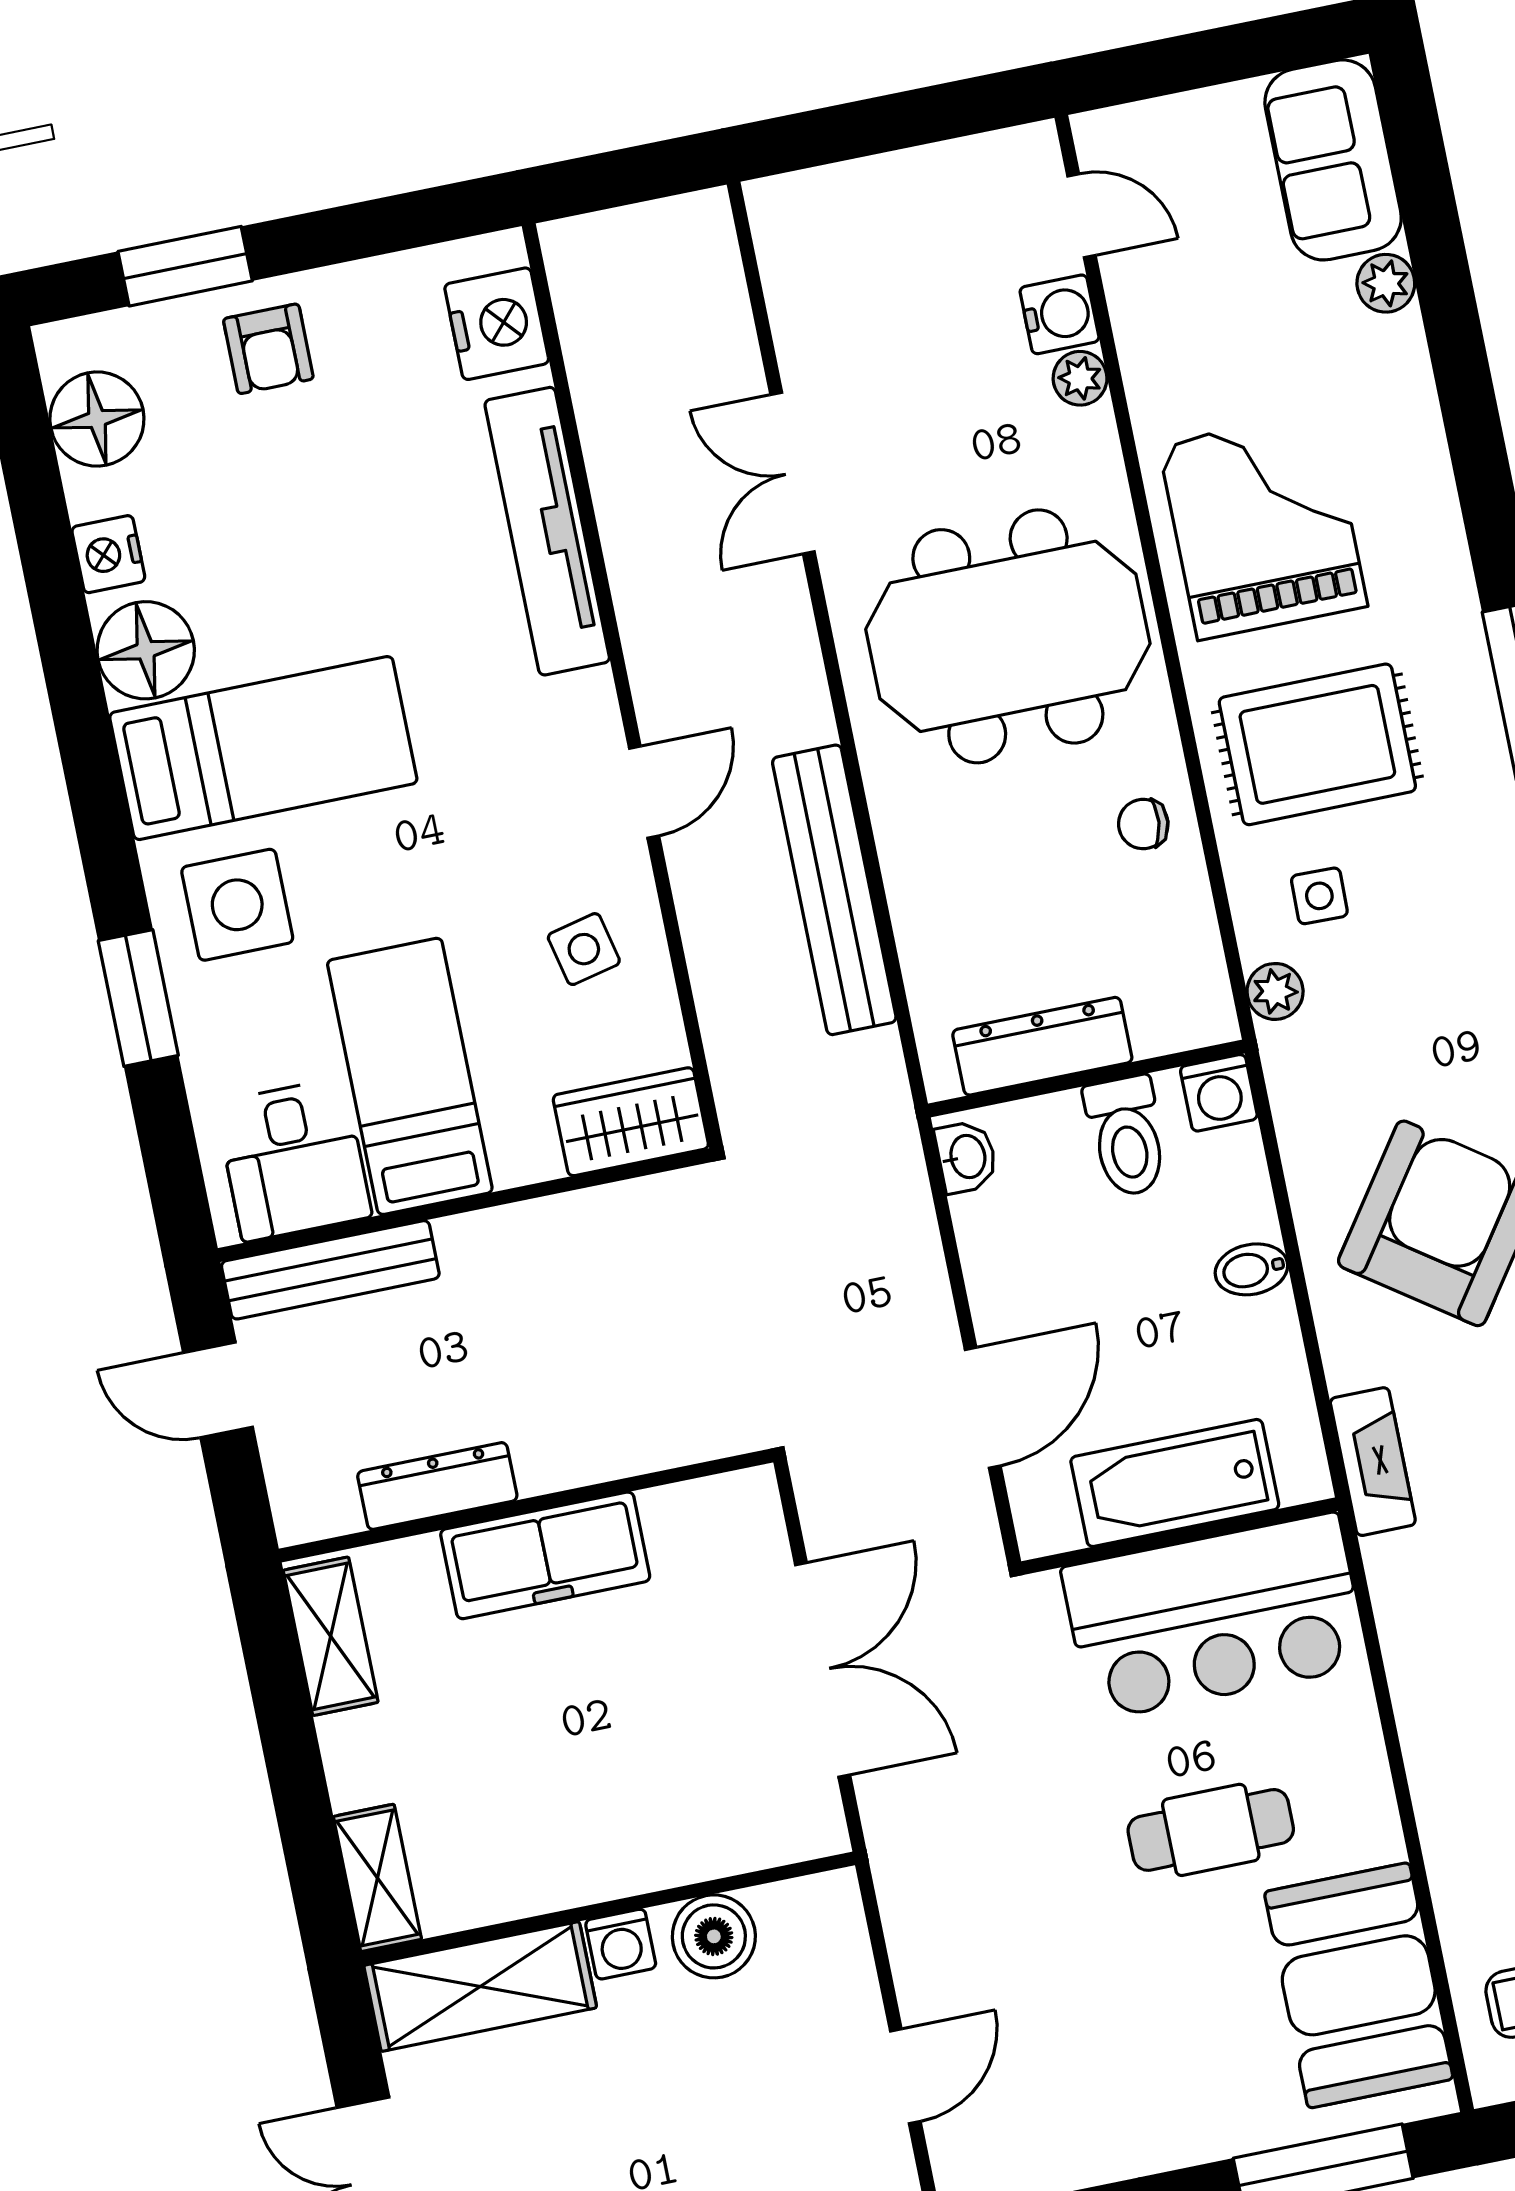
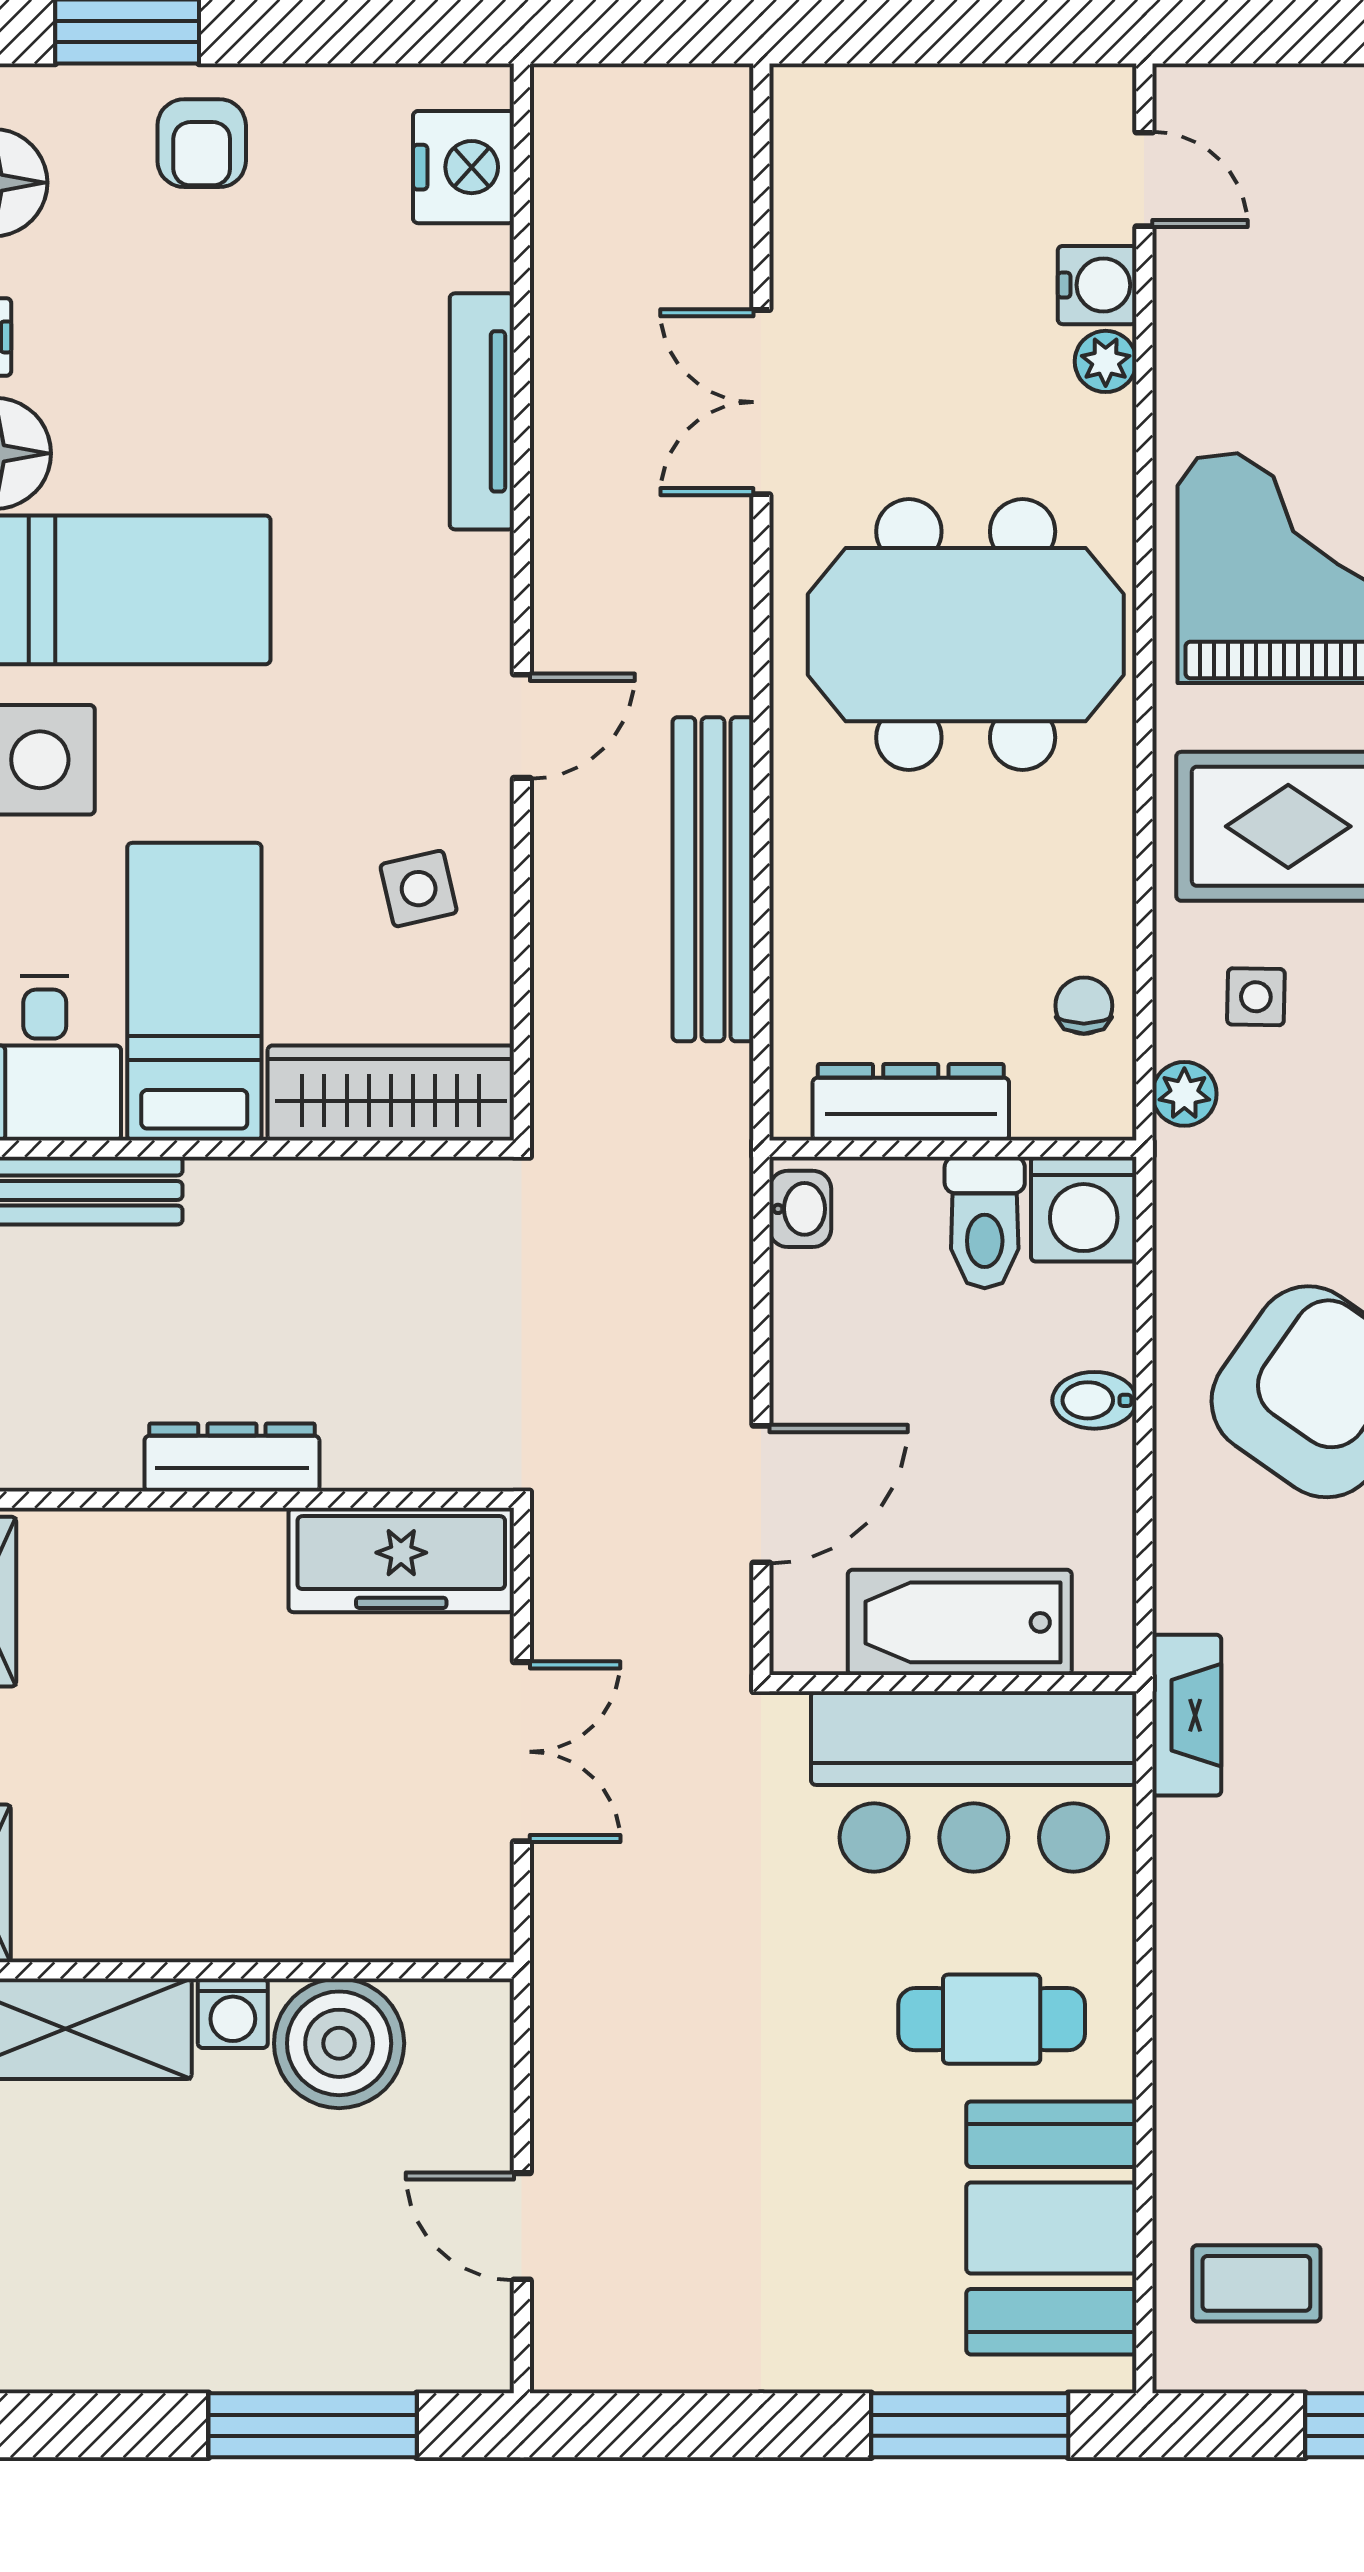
tv unit: (547, 531) -> (482, 411), width x0.73, depth x0.78
chair: (1143, 824) -> (1084, 1006), moved, turned 84
washing machine: (1219, 1093) -> (1084, 1209), width x1.38, depth x1.38
wardrobe: (631, 1122) -> (391, 1093), width x1.50
fireplace: (1373, 1462) -> (1187, 1715), moved
dresser: (437, 1486) -> (232, 1457), moved
freezer: (545, 1555) -> (401, 1560), moved
double door: (823, 1670) -> (522, 1752), width x0.73
cafe table: (1211, 1830) -> (992, 2019), moved
boiler: (714, 1936) -> (339, 2043), width x1.37, depth x1.37
door: (905, 2076) -> (522, 2226), swing flipped

